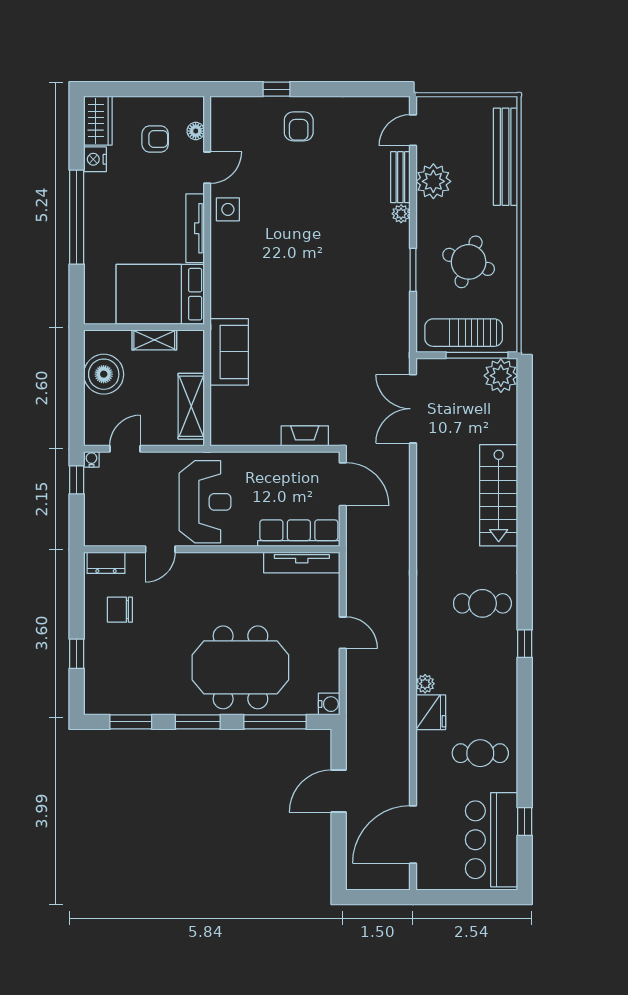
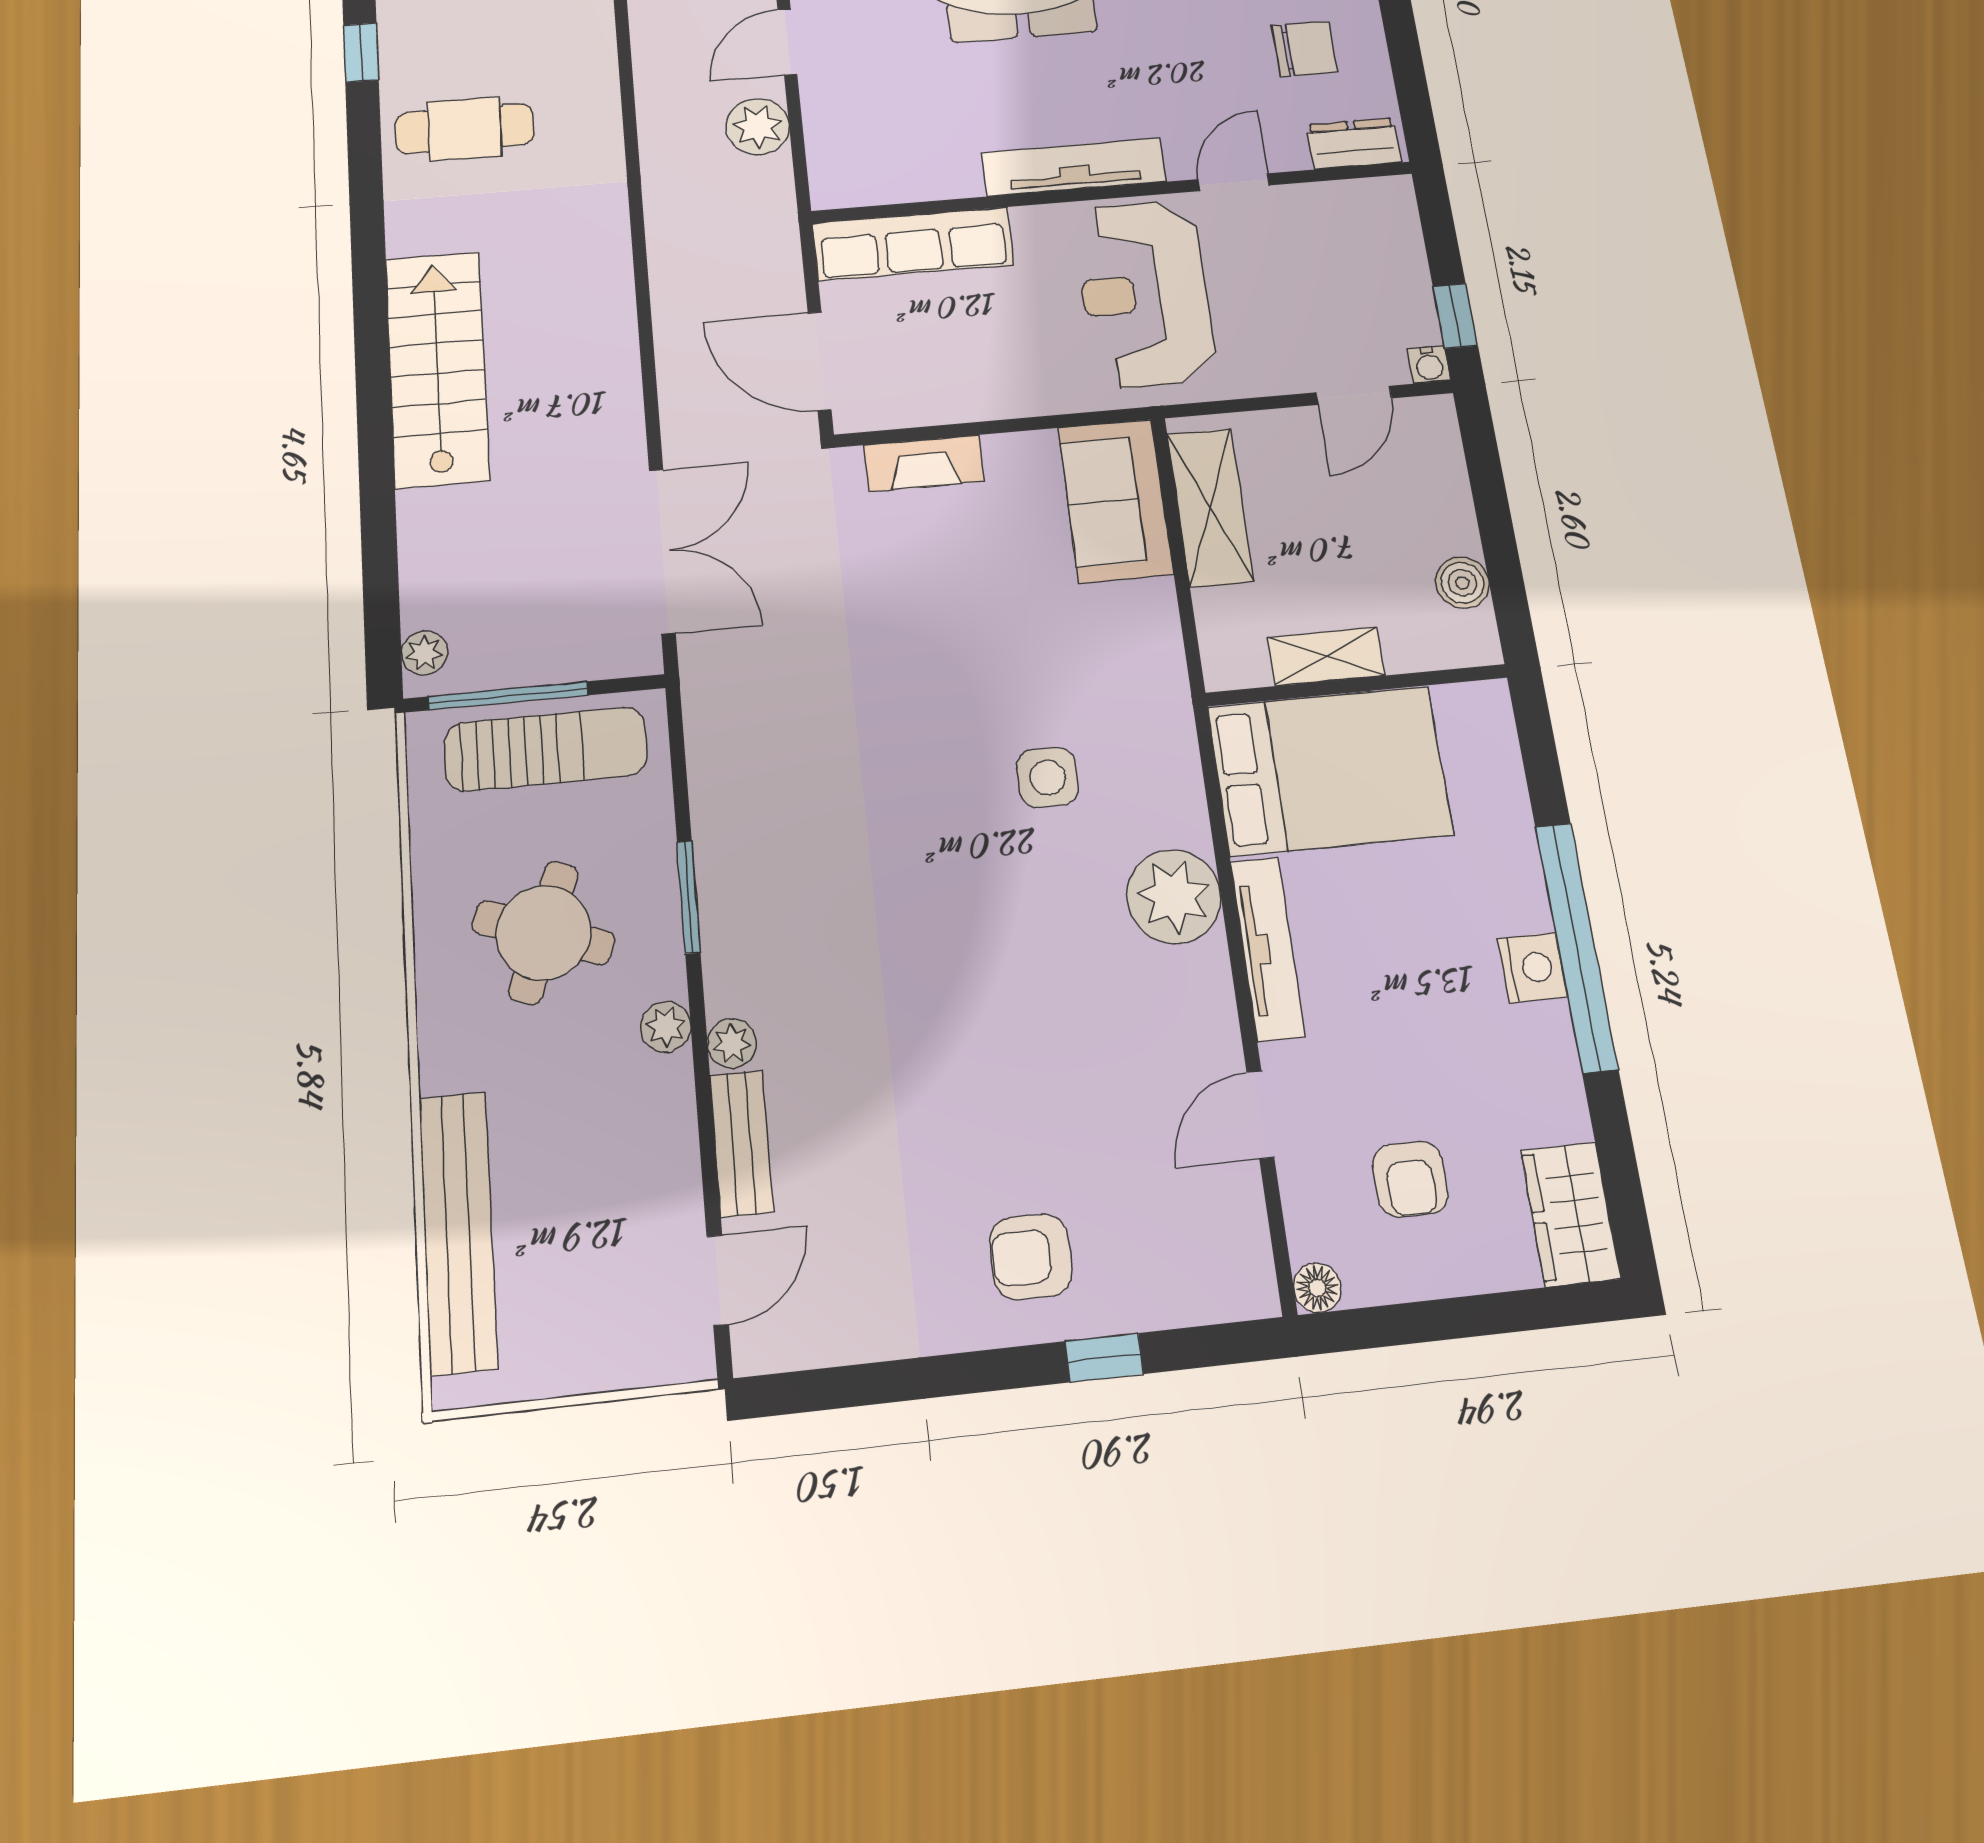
armchair: (299, 126) -> (1031, 1257), turned -90
floor lamp: (196, 131) -> (1317, 1288), moved
armchair: (155, 139) -> (1410, 1179), turned -90
nightstand: (95, 159) -> (1532, 968), moved
plant: (433, 181) -> (666, 1027), moved, width x0.53, depth x0.53
side table: (228, 209) -> (1048, 777), moved
plant: (228, 252) -> (1174, 896), added
sofa: (229, 352) -> (1115, 501), moved
boiler: (104, 374) -> (1463, 583), width x0.54, depth x0.54
plant: (501, 376) -> (424, 653), width x0.53, depth x0.53
tv unit: (302, 562) -> (1074, 167), moved
plant: (359, 593) -> (758, 127), added
door: (343, 633) -> (787, 42), hinge flipped

